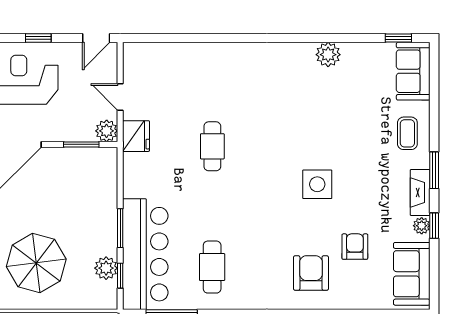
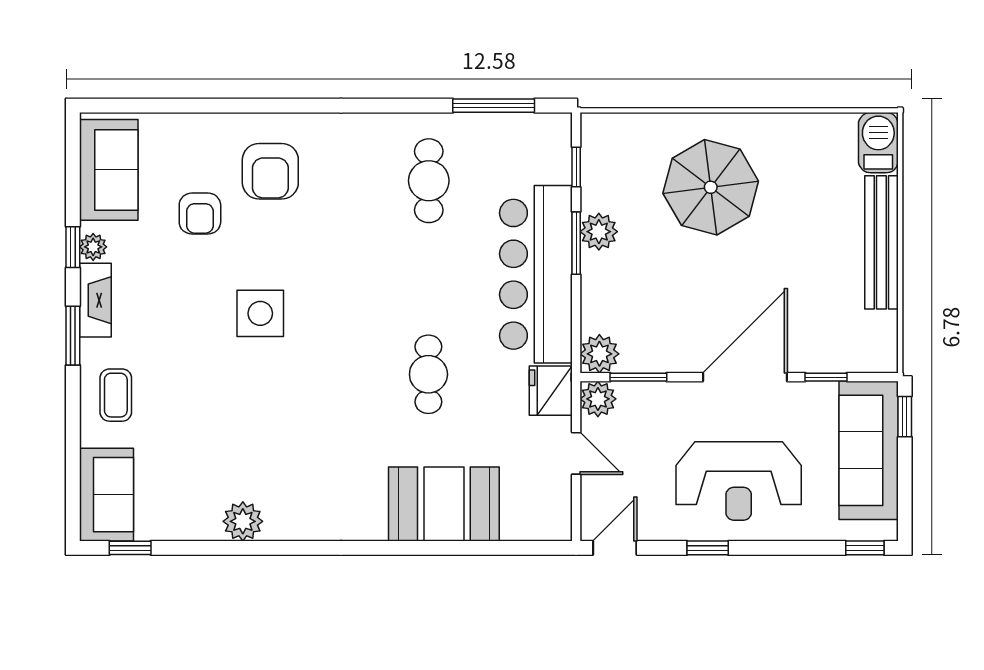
booth: (203, 65) -> (444, 504), added
plant: (106, 159) -> (599, 354), added
bar counter: (145, 254) -> (536, 274), moved
plant: (106, 268) -> (599, 232), moved

